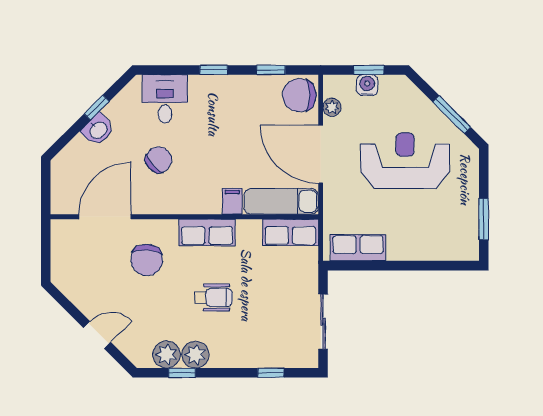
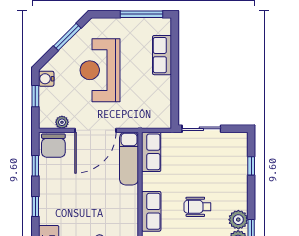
water cooler: (367, 85) -> (46, 79), moved
filing cabinet: (232, 201) -> (129, 193), removed
window: (484, 219) -> (142, 14), width x1.44
row of seats: (358, 248) -> (162, 55), moved
wheelchair: (213, 297) -> (197, 207), turned -90
sliding door: (323, 322) -> (201, 129), moved

